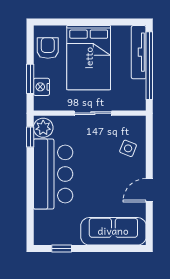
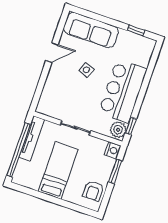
tv unit: (139, 52) -> (32, 138), moved
bed: (89, 58) -> (58, 170), width x0.67
nightstand: (41, 87) -> (113, 150), moved
side table: (128, 148) -> (86, 70), moved

